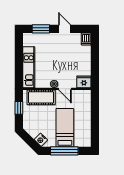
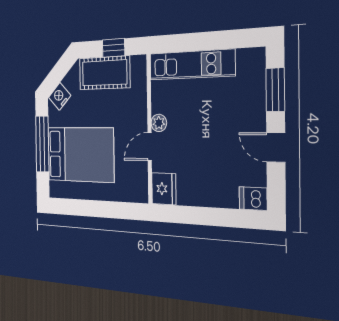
door: (65, 29) -> (276, 147), swing flipped
cot: (41, 97) -> (105, 73), moved, turned 90
bed: (65, 128) -> (80, 155), width x1.50

